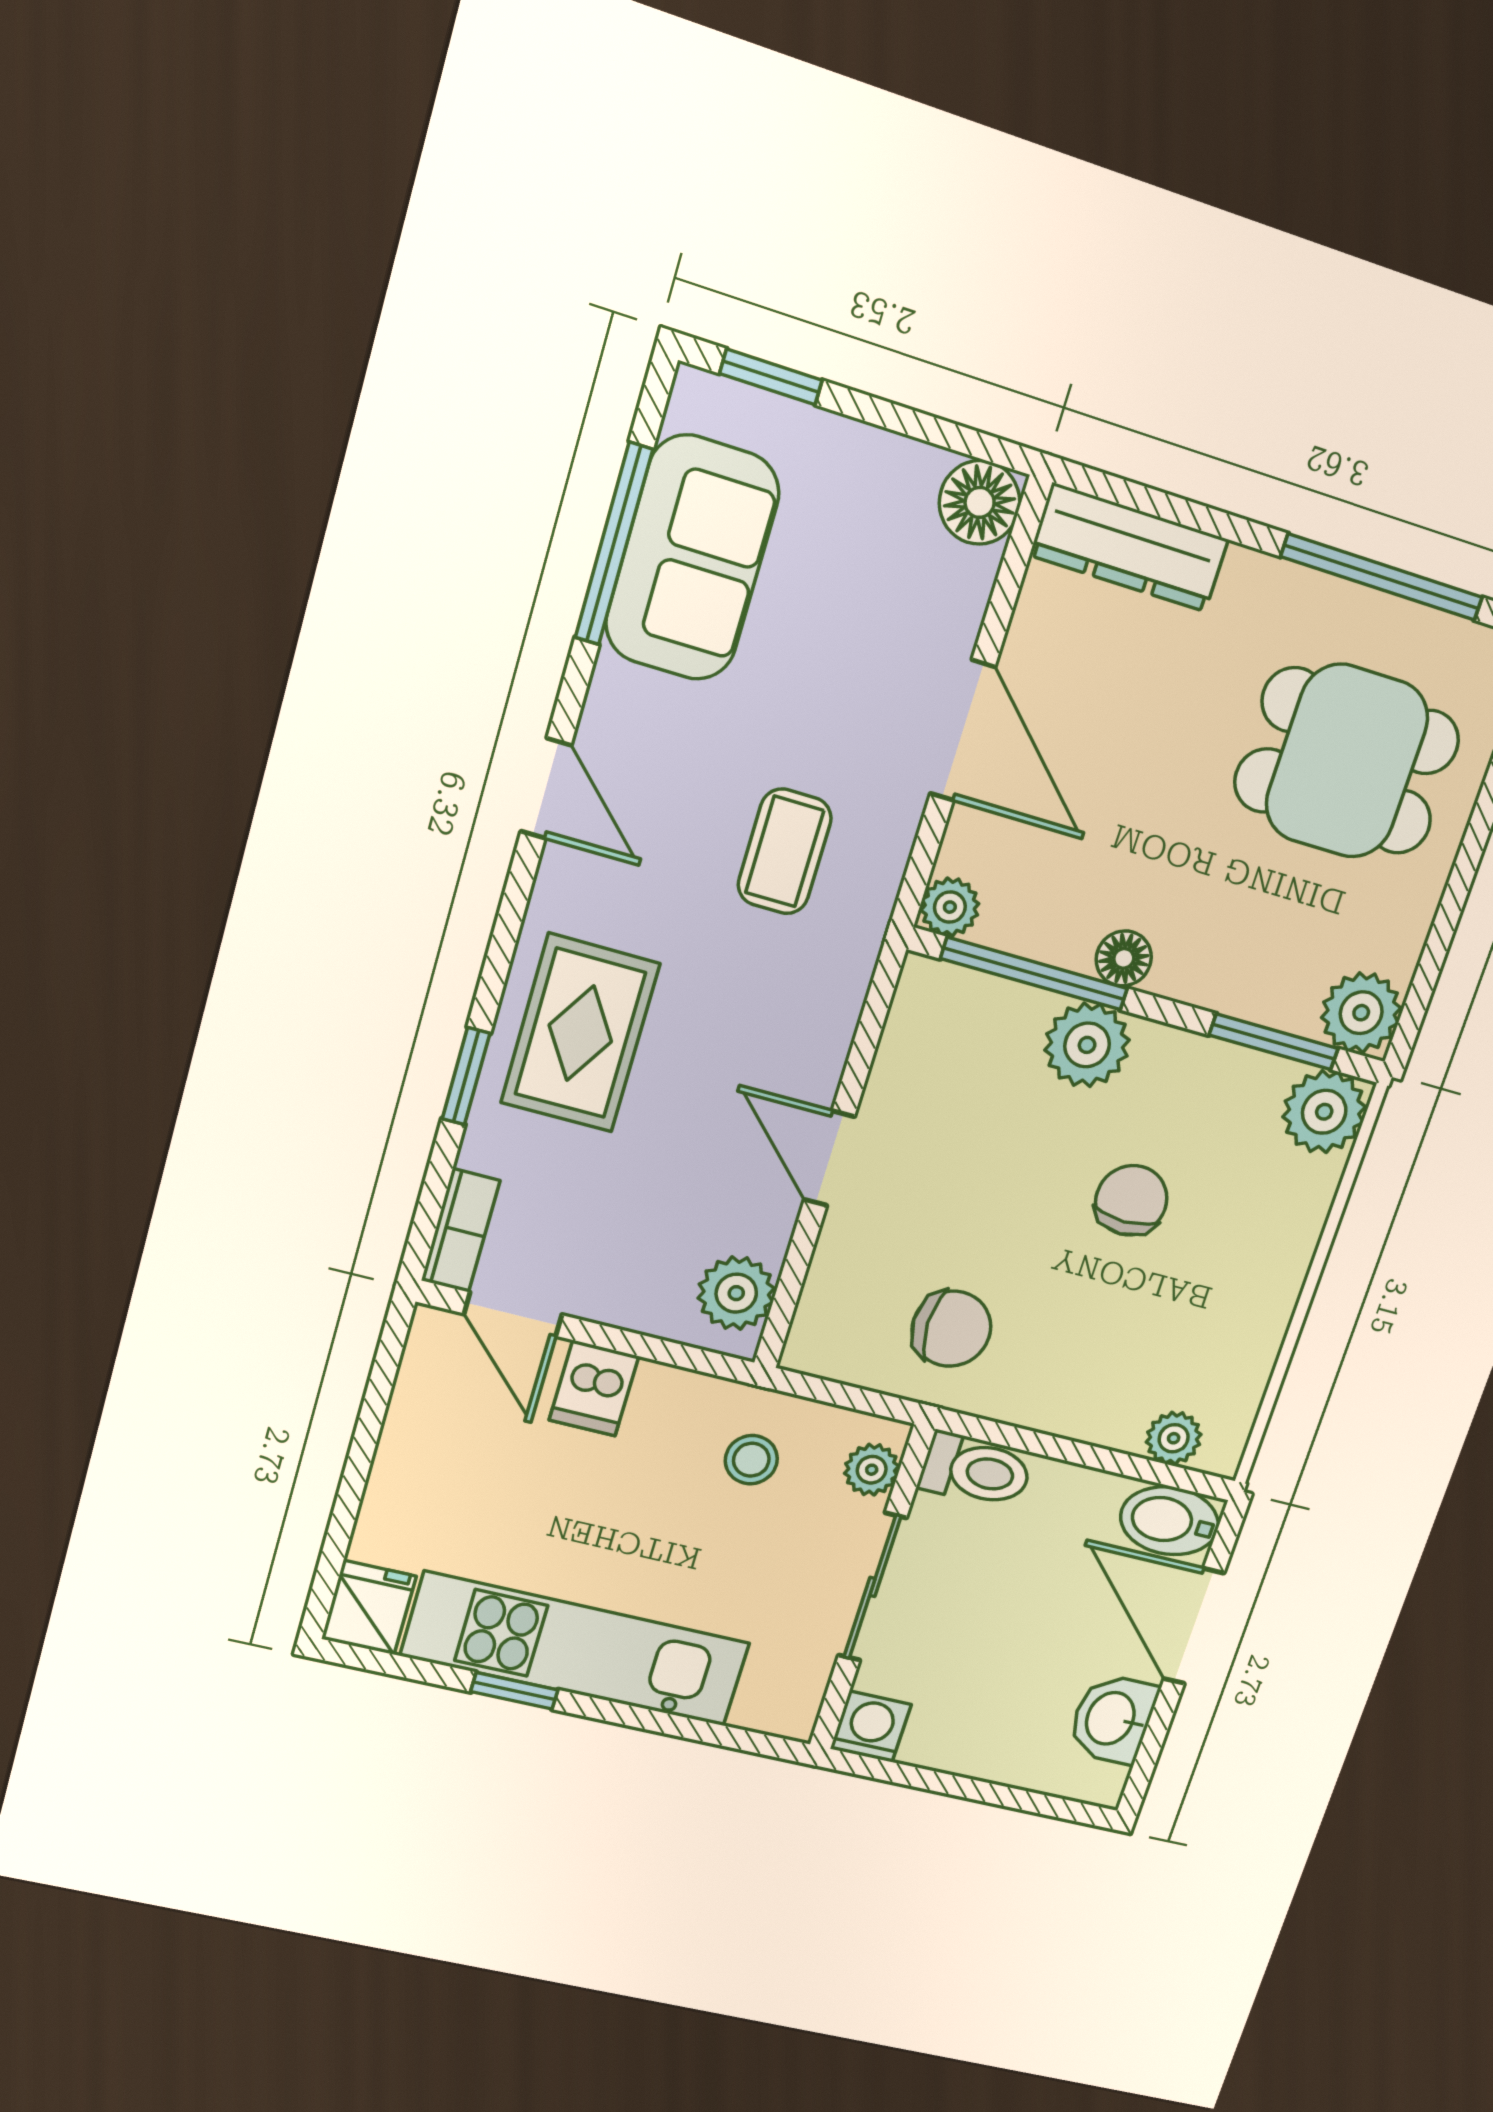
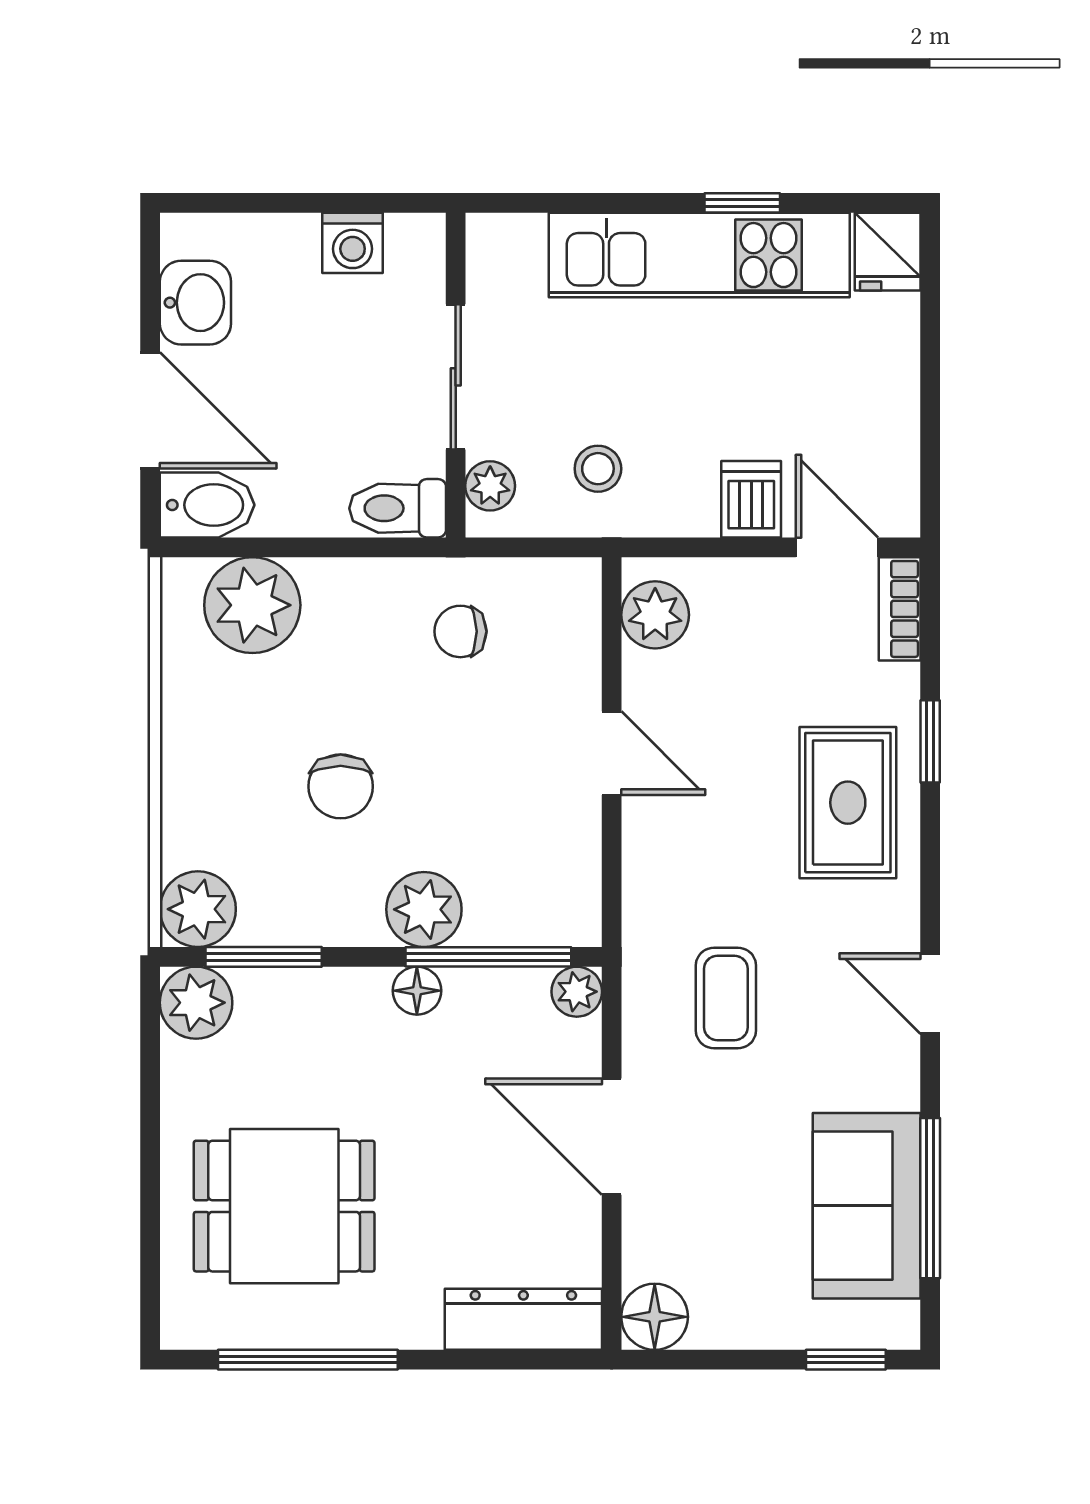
chair: (951, 1329) -> (460, 631), width x0.73, depth x0.73
plant: (1174, 1438) -> (252, 605), width x1.88, depth x1.88
washing machine: (871, 1727) -> (353, 243), moved

